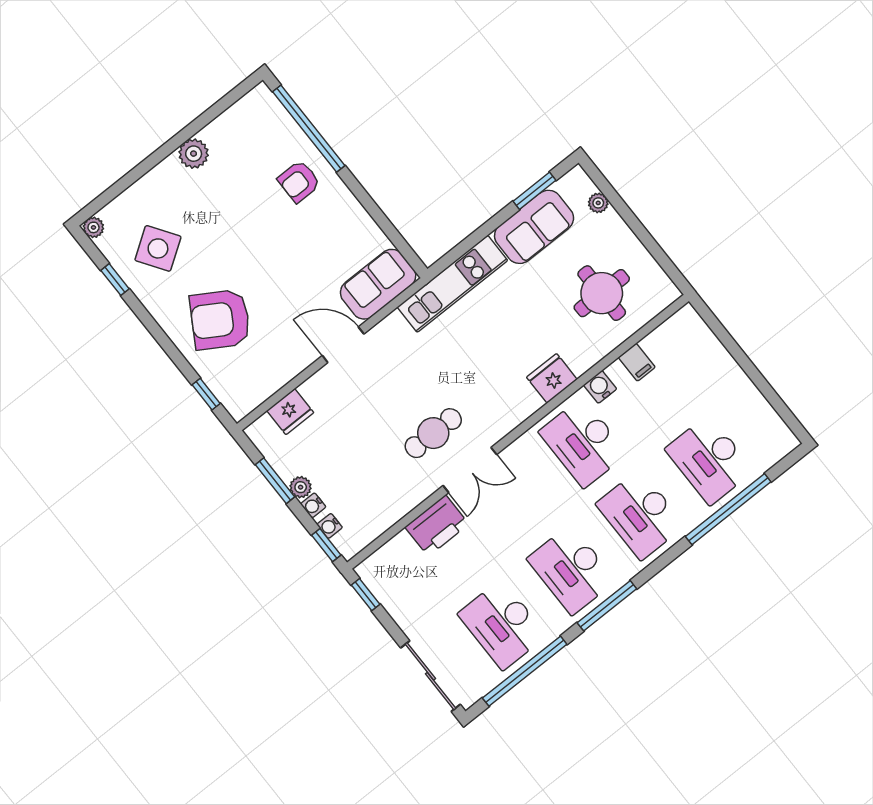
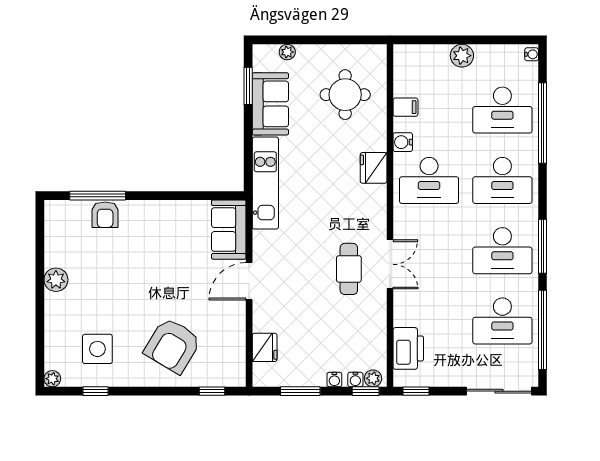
window: (309, 129) -> (98, 196), width x0.68
armchair: (299, 181) -> (105, 215), moved
side table: (158, 248) -> (97, 349), turned 34
plant: (731, 377) -> (462, 56), added
water cooler: (787, 445) -> (532, 54), added
plant: (301, 487) -> (373, 378), moved
printer: (437, 526) -> (408, 348), moved

